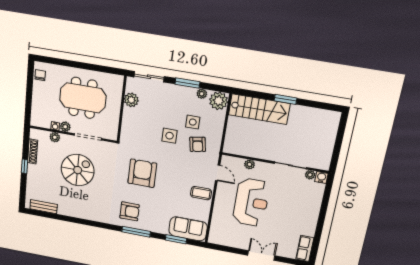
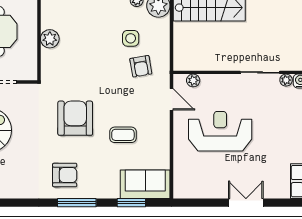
plant: (131, 100) -> (50, 39), moved
side table: (169, 136) -> (104, 61), removed
plant: (250, 164) -> (193, 80), moved
coffee table: (201, 193) -> (123, 135), moved
reception desk: (251, 202) -> (220, 131), turned -90

